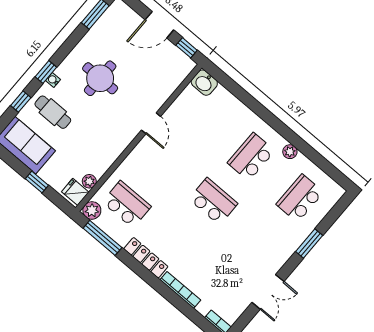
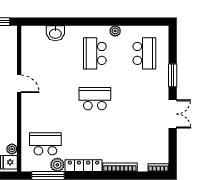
washbasin: (204, 83) -> (55, 33), moved
school desk: (300, 198) -> (144, 53), turned 180
plant: (92, 210) -> (57, 165), moved
double door: (268, 292) -> (173, 114), moved

